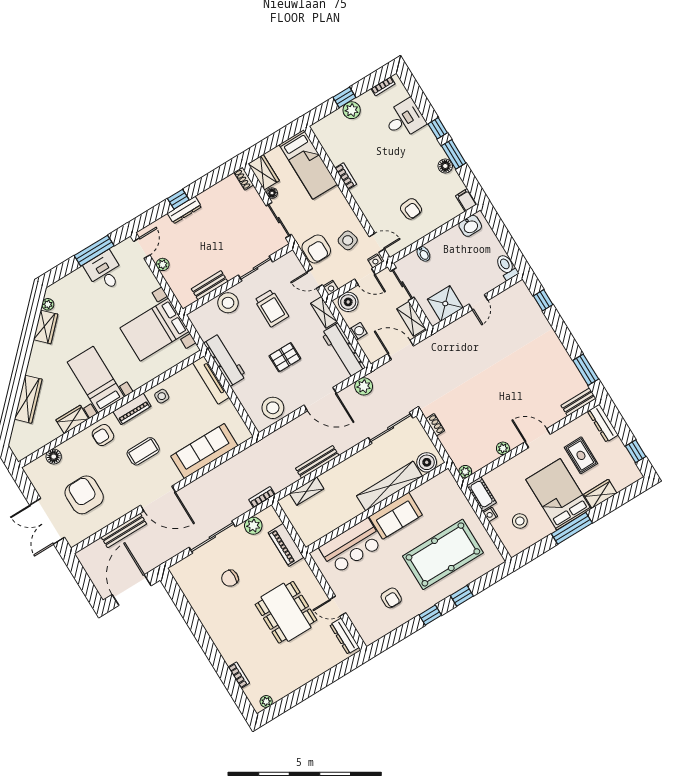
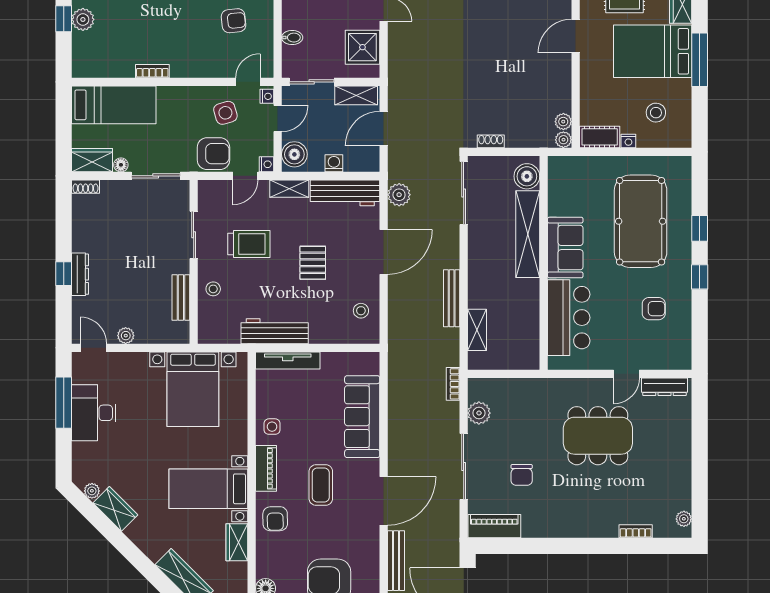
desk: (104, 271) -> (94, 413), width x1.37
stool: (228, 303) -> (213, 289), width x0.53, depth x0.53
stool: (273, 408) -> (361, 311), width x0.53, depth x0.53
plant: (503, 448) -> (563, 122), moved
piano: (286, 545) -> (494, 526), moved, turned 180

